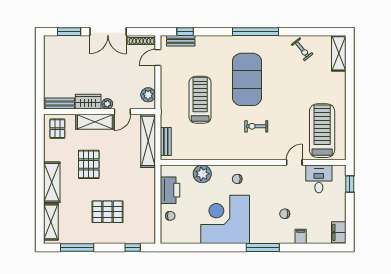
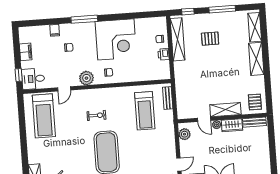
treadmill: (200, 100) -> (145, 111), moved
door: (122, 112) -> (204, 119), swing flipped
shelving: (148, 141) -> (178, 39), moved
pallet: (89, 164) -> (228, 75), removed
plant: (202, 174) -> (86, 78), moved
desk: (319, 179) -> (33, 79), moved, turned 90
printer: (170, 190) -> (164, 54), width x0.53, depth x0.68
pallet: (108, 212) -> (210, 39), width x0.67, depth x0.71
filing cabinet: (339, 232) -> (26, 52), moved
window: (77, 248) -> (222, 9), moved

